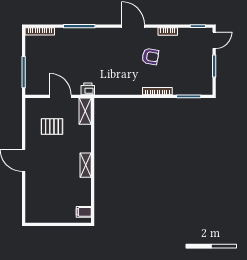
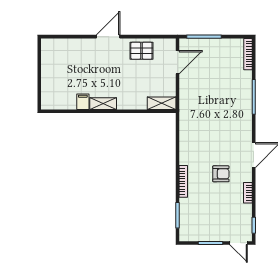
armchair: (150, 56) -> (221, 174), turned -100
printer: (88, 89) -> (186, 106), removed
door: (60, 96) -> (178, 62), moved
pallet: (52, 127) -> (141, 51), moved, turned 90
filing cabinet: (84, 212) -> (83, 102), moved

